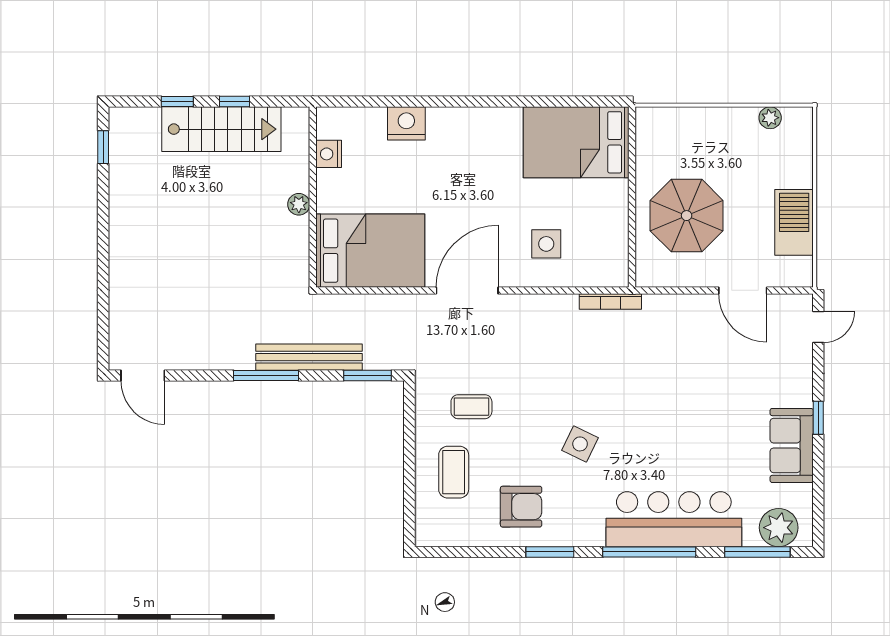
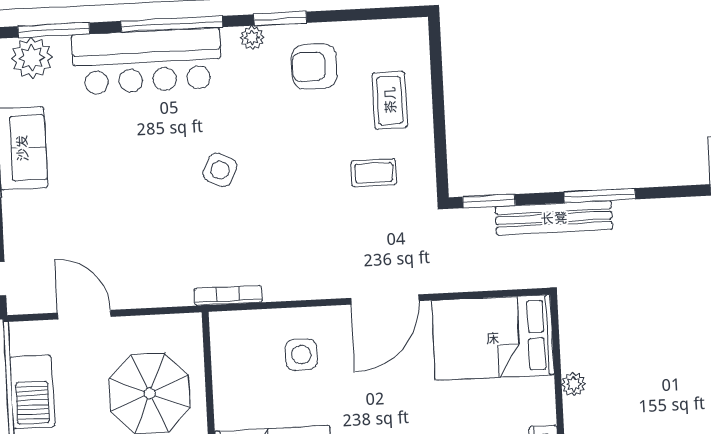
side table: (580, 444) -> (220, 170), moved
plant: (577, 536) -> (252, 38), added

